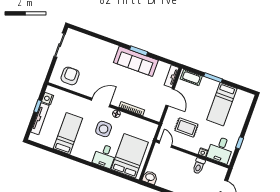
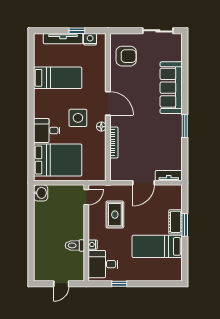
sofa: (136, 61) -> (171, 88), moved
cot: (191, 78) -> (176, 222), moved

